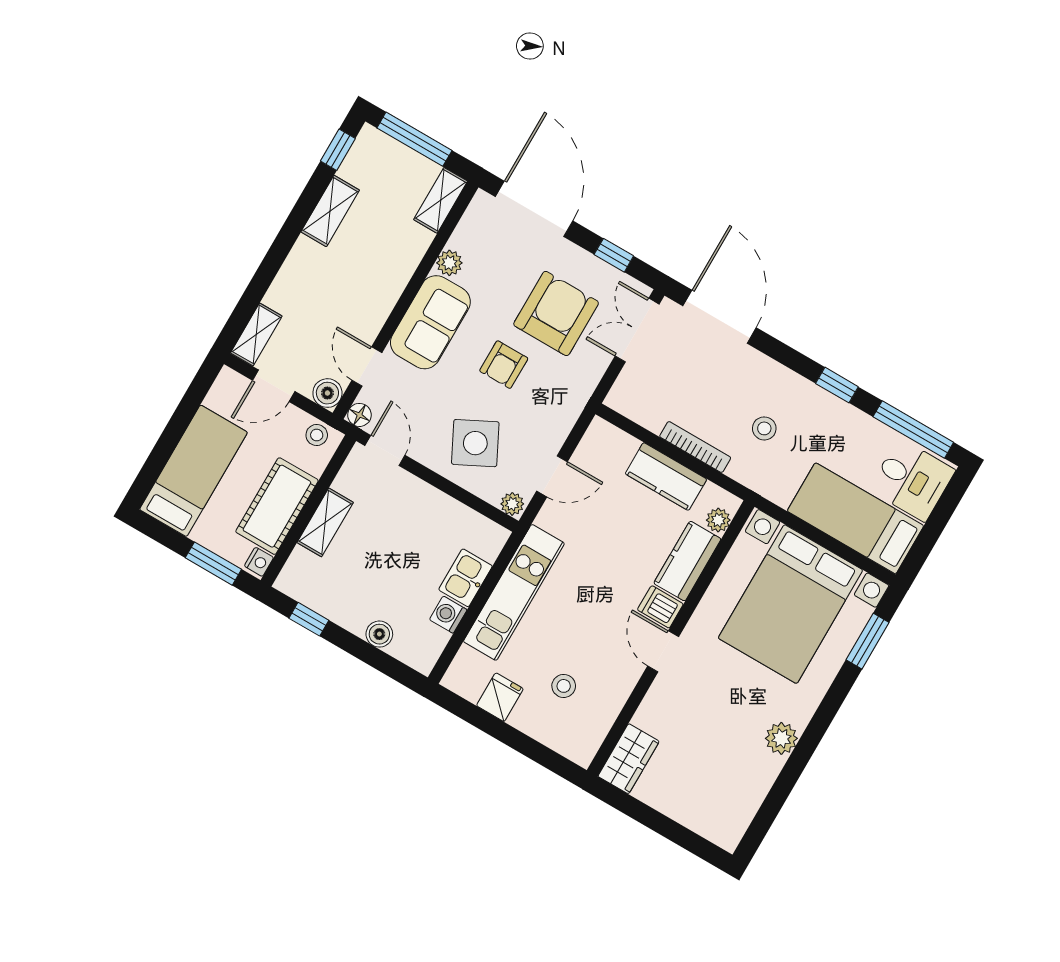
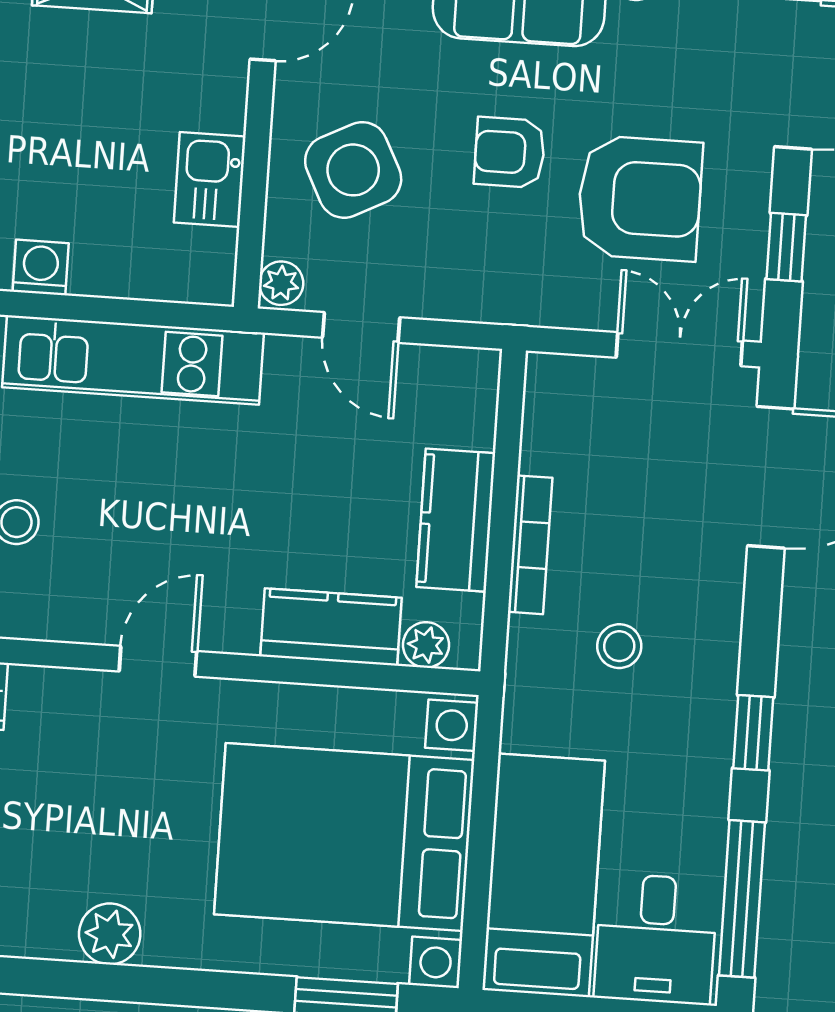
kitchen sink: (466, 578) -> (210, 179), moved, turned -90
dishwasher: (660, 607) -> (231, 619), removed

